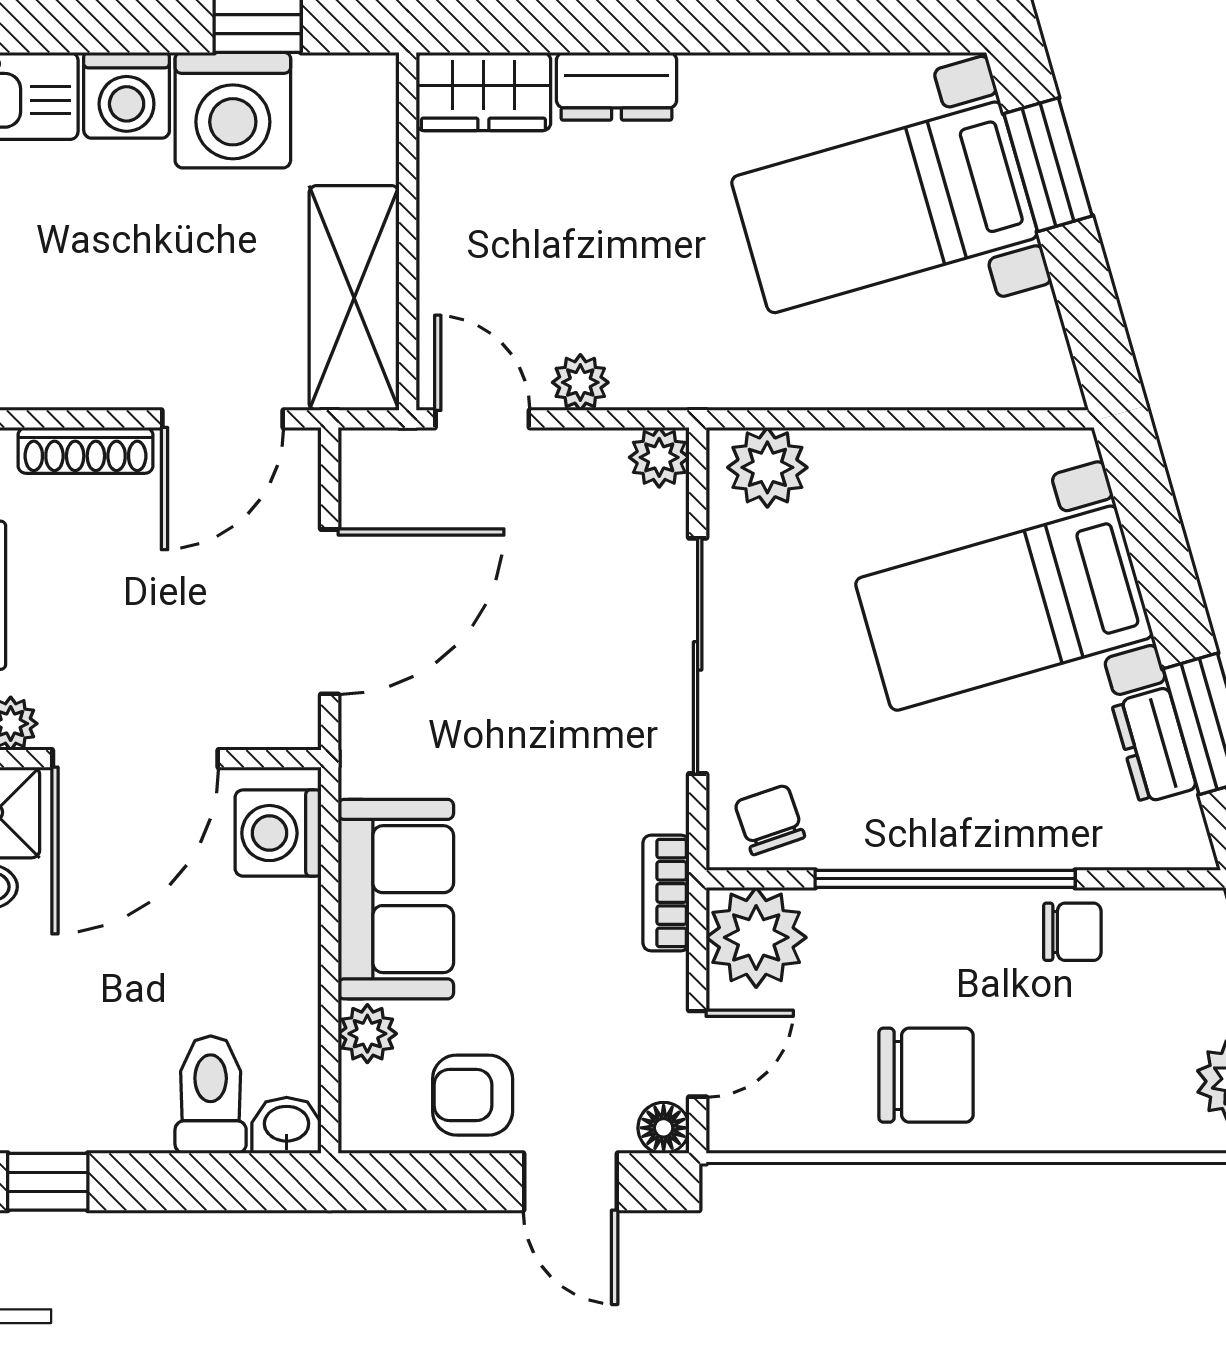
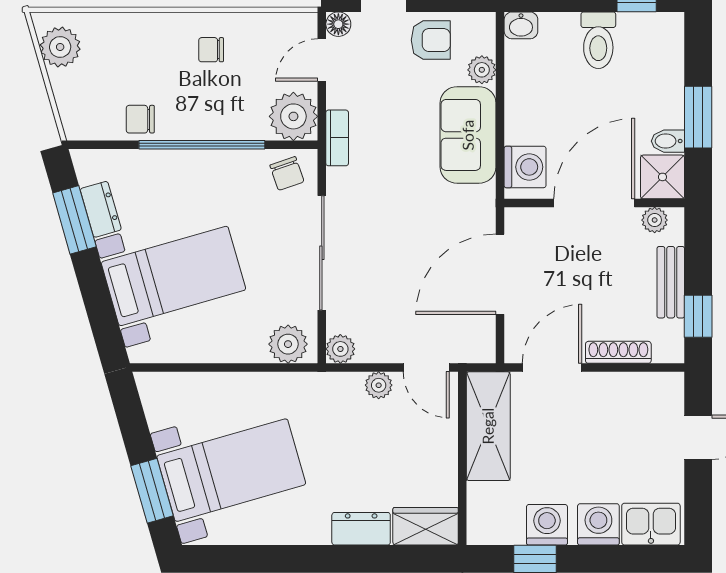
washing machine: (233, 110) -> (547, 525), width x0.73, depth x0.73
chair: (926, 1075) -> (211, 50), width x0.54, depth x0.54
toilet: (211, 1095) -> (598, 40), moved

